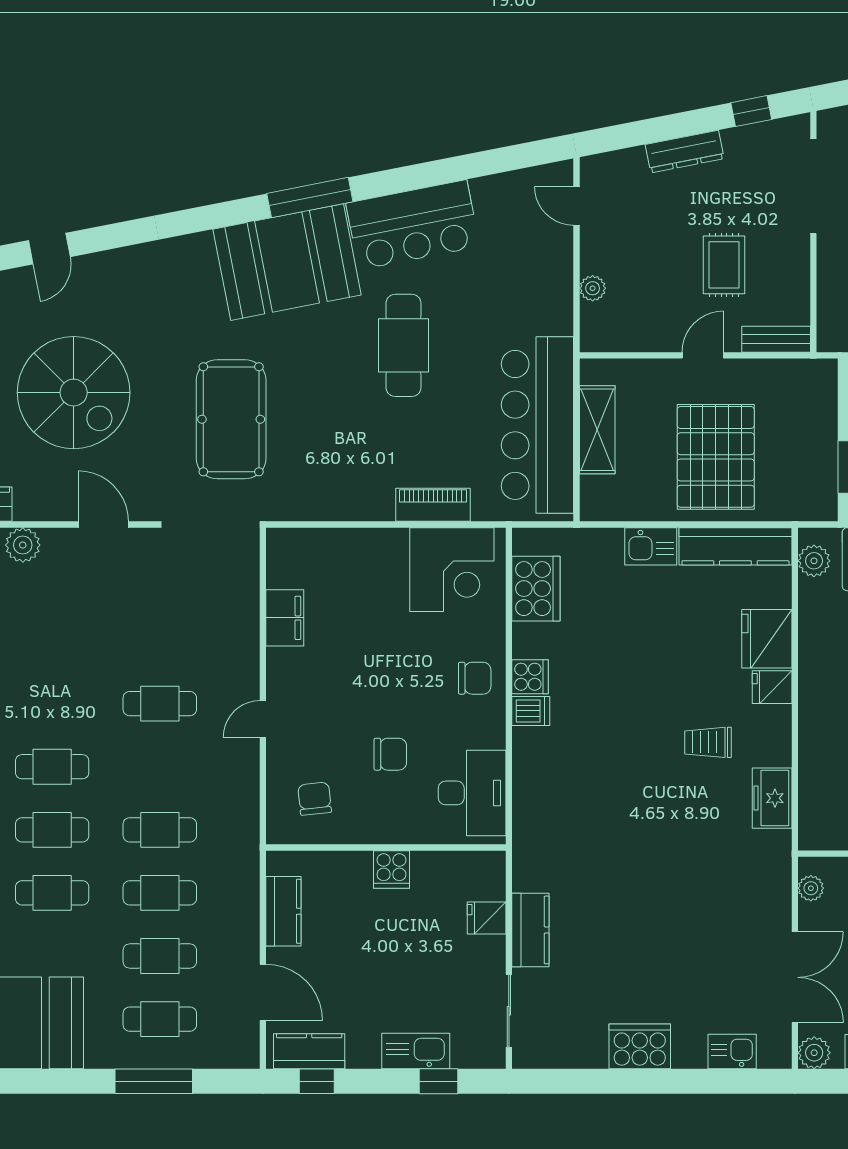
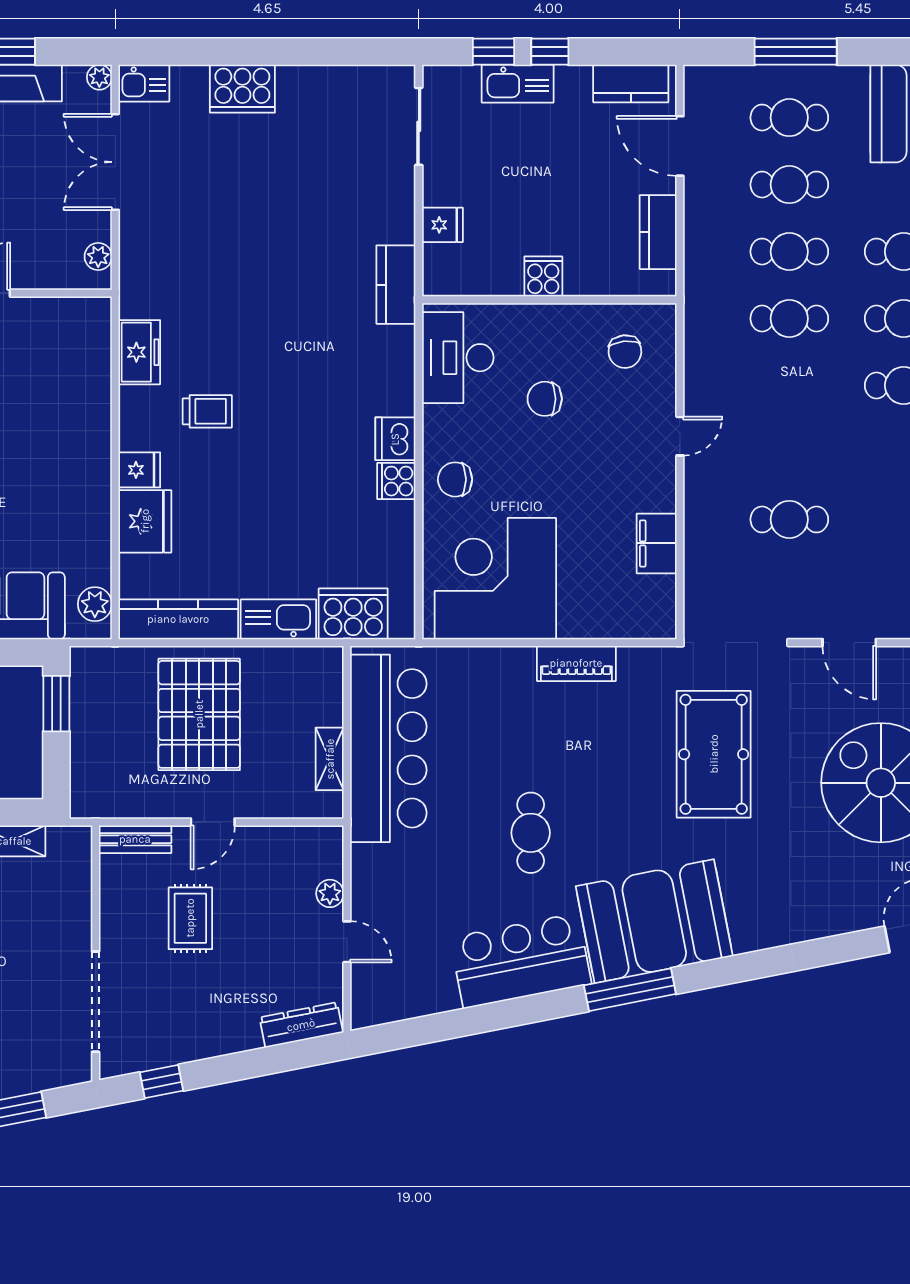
dresser: (685, 152) -> (301, 1025), moved
door: (577, 206) -> (347, 942), moved
cafe table: (403, 345) -> (531, 833), width x0.73, depth x0.74
shelving: (597, 430) -> (330, 759), width x0.67, depth x0.75
piano: (433, 505) -> (576, 663), moved
kitchen sink: (651, 546) -> (278, 619), width x1.38
corner desk: (452, 570) -> (495, 579), width x1.36, depth x1.36
cooker: (536, 589) -> (353, 614), moved, turned 90
cafe table: (160, 704) -> (789, 519), moved
dishwasher: (531, 711) -> (395, 439), width x1.38
kitchen counter: (530, 930) -> (396, 285), moved
cooker: (640, 1046) -> (242, 89), moved
kitchen sink: (732, 1052) -> (144, 83), moved
plant: (814, 1053) -> (99, 77), width x0.73, depth x0.73
window: (317, 1081) -> (550, 52), moved

